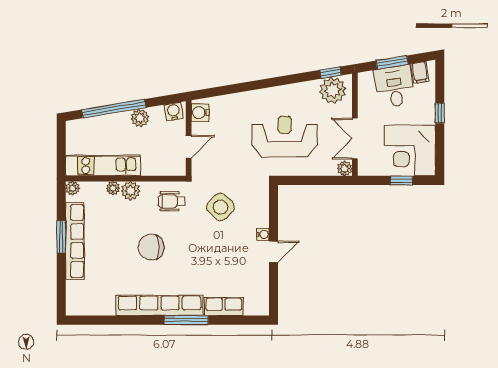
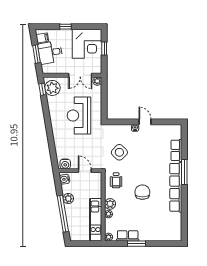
row of seats: (75, 241) -> (128, 236), width x0.50
chair: (151, 247) -> (142, 192), turned 180

